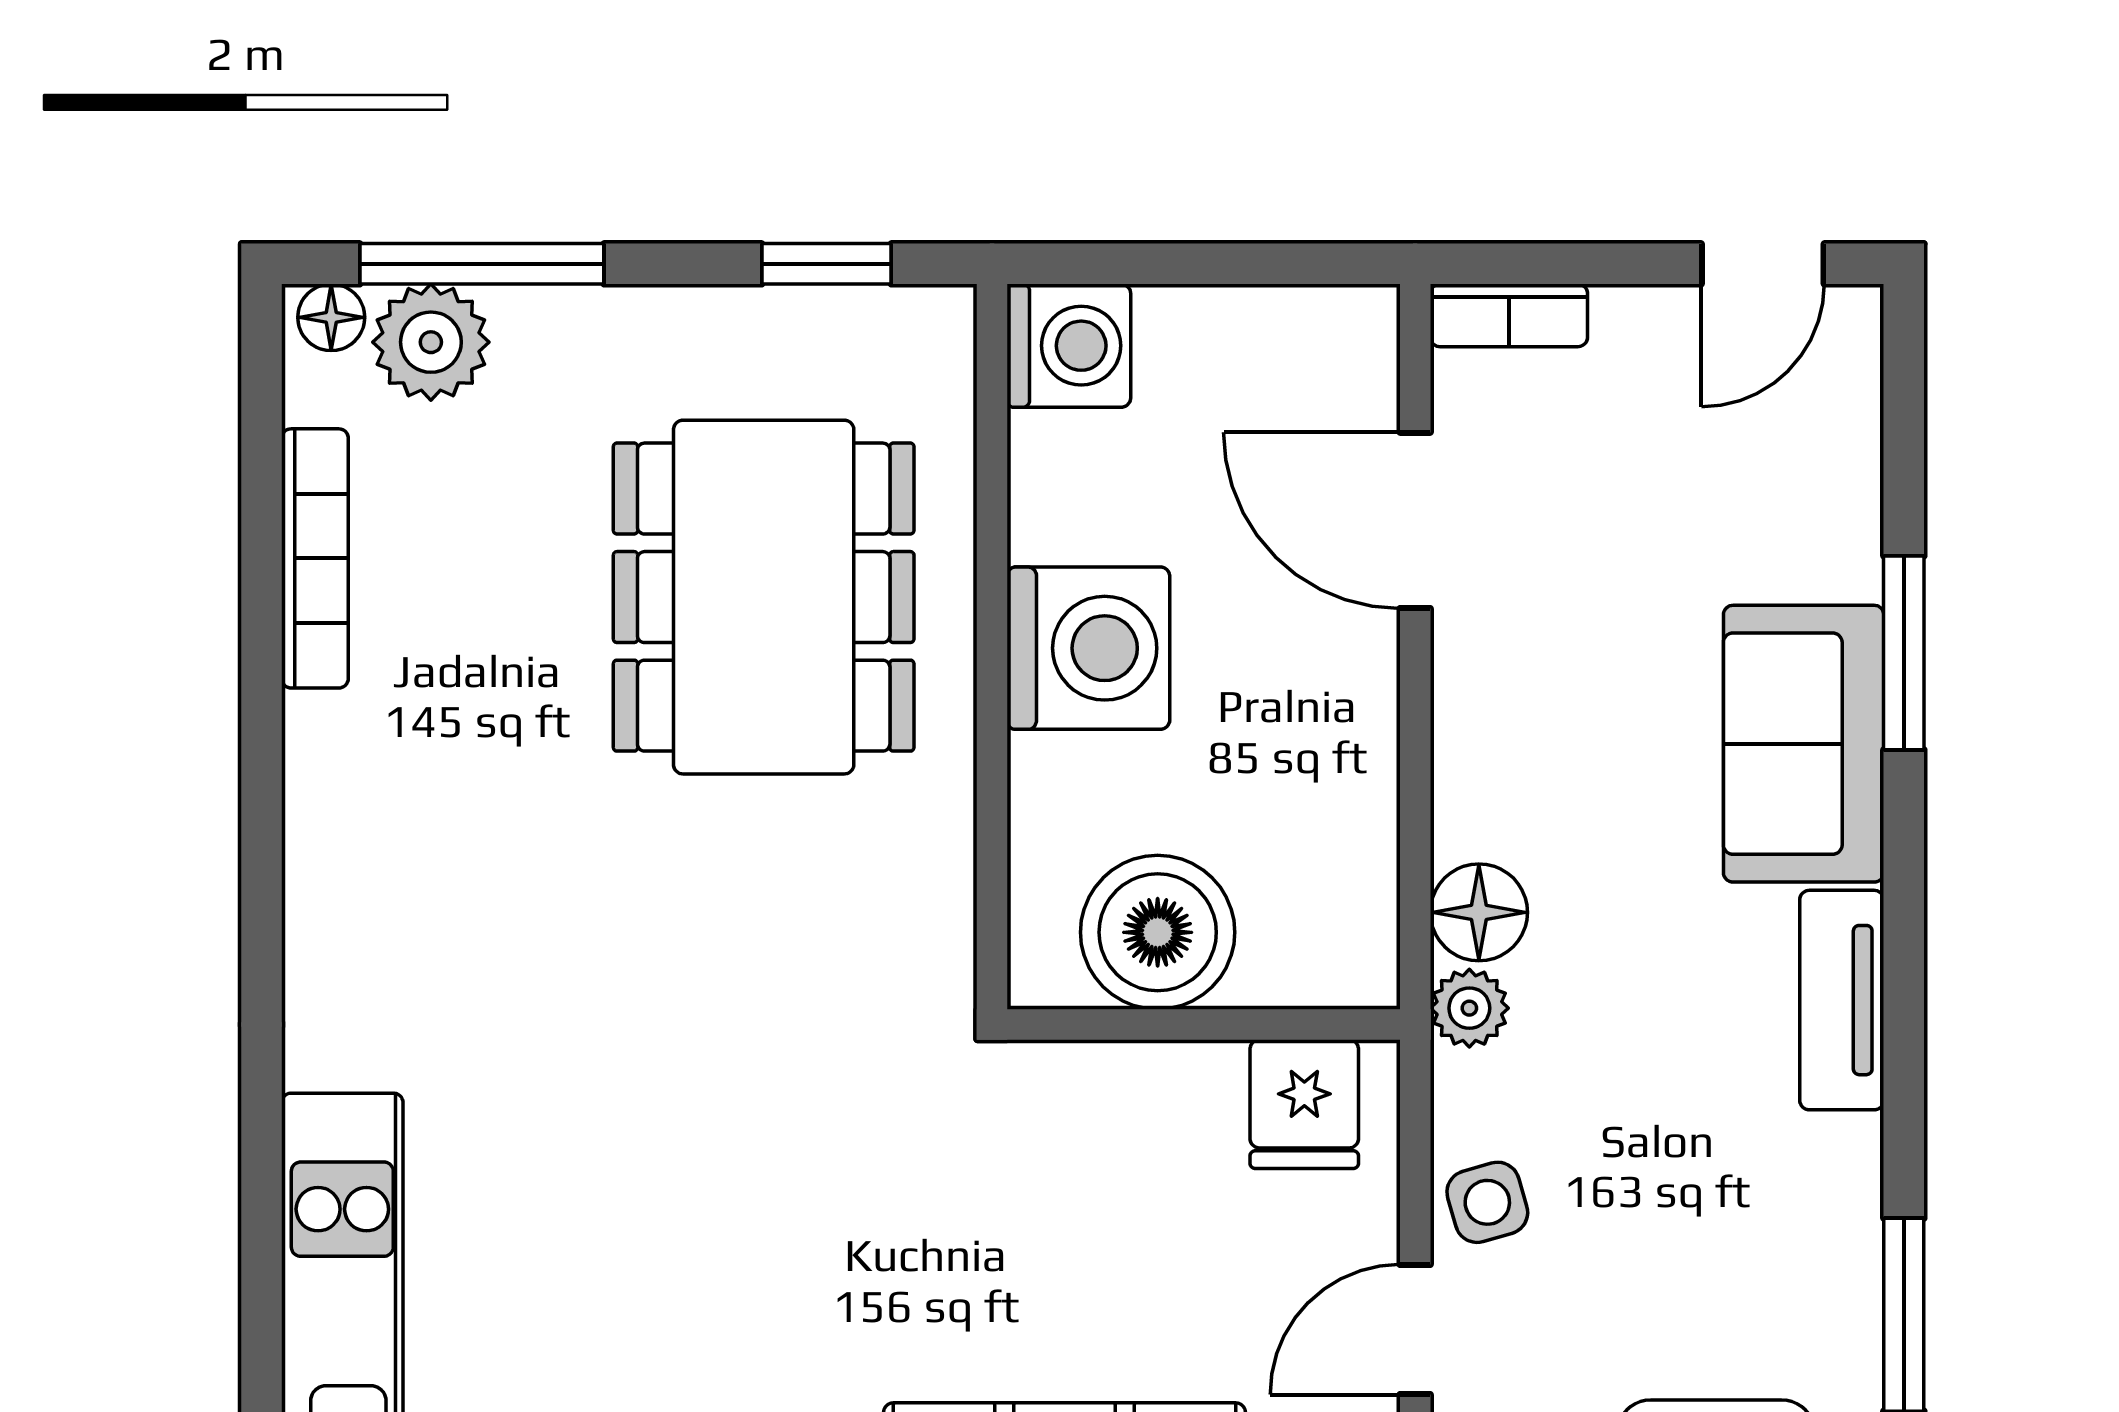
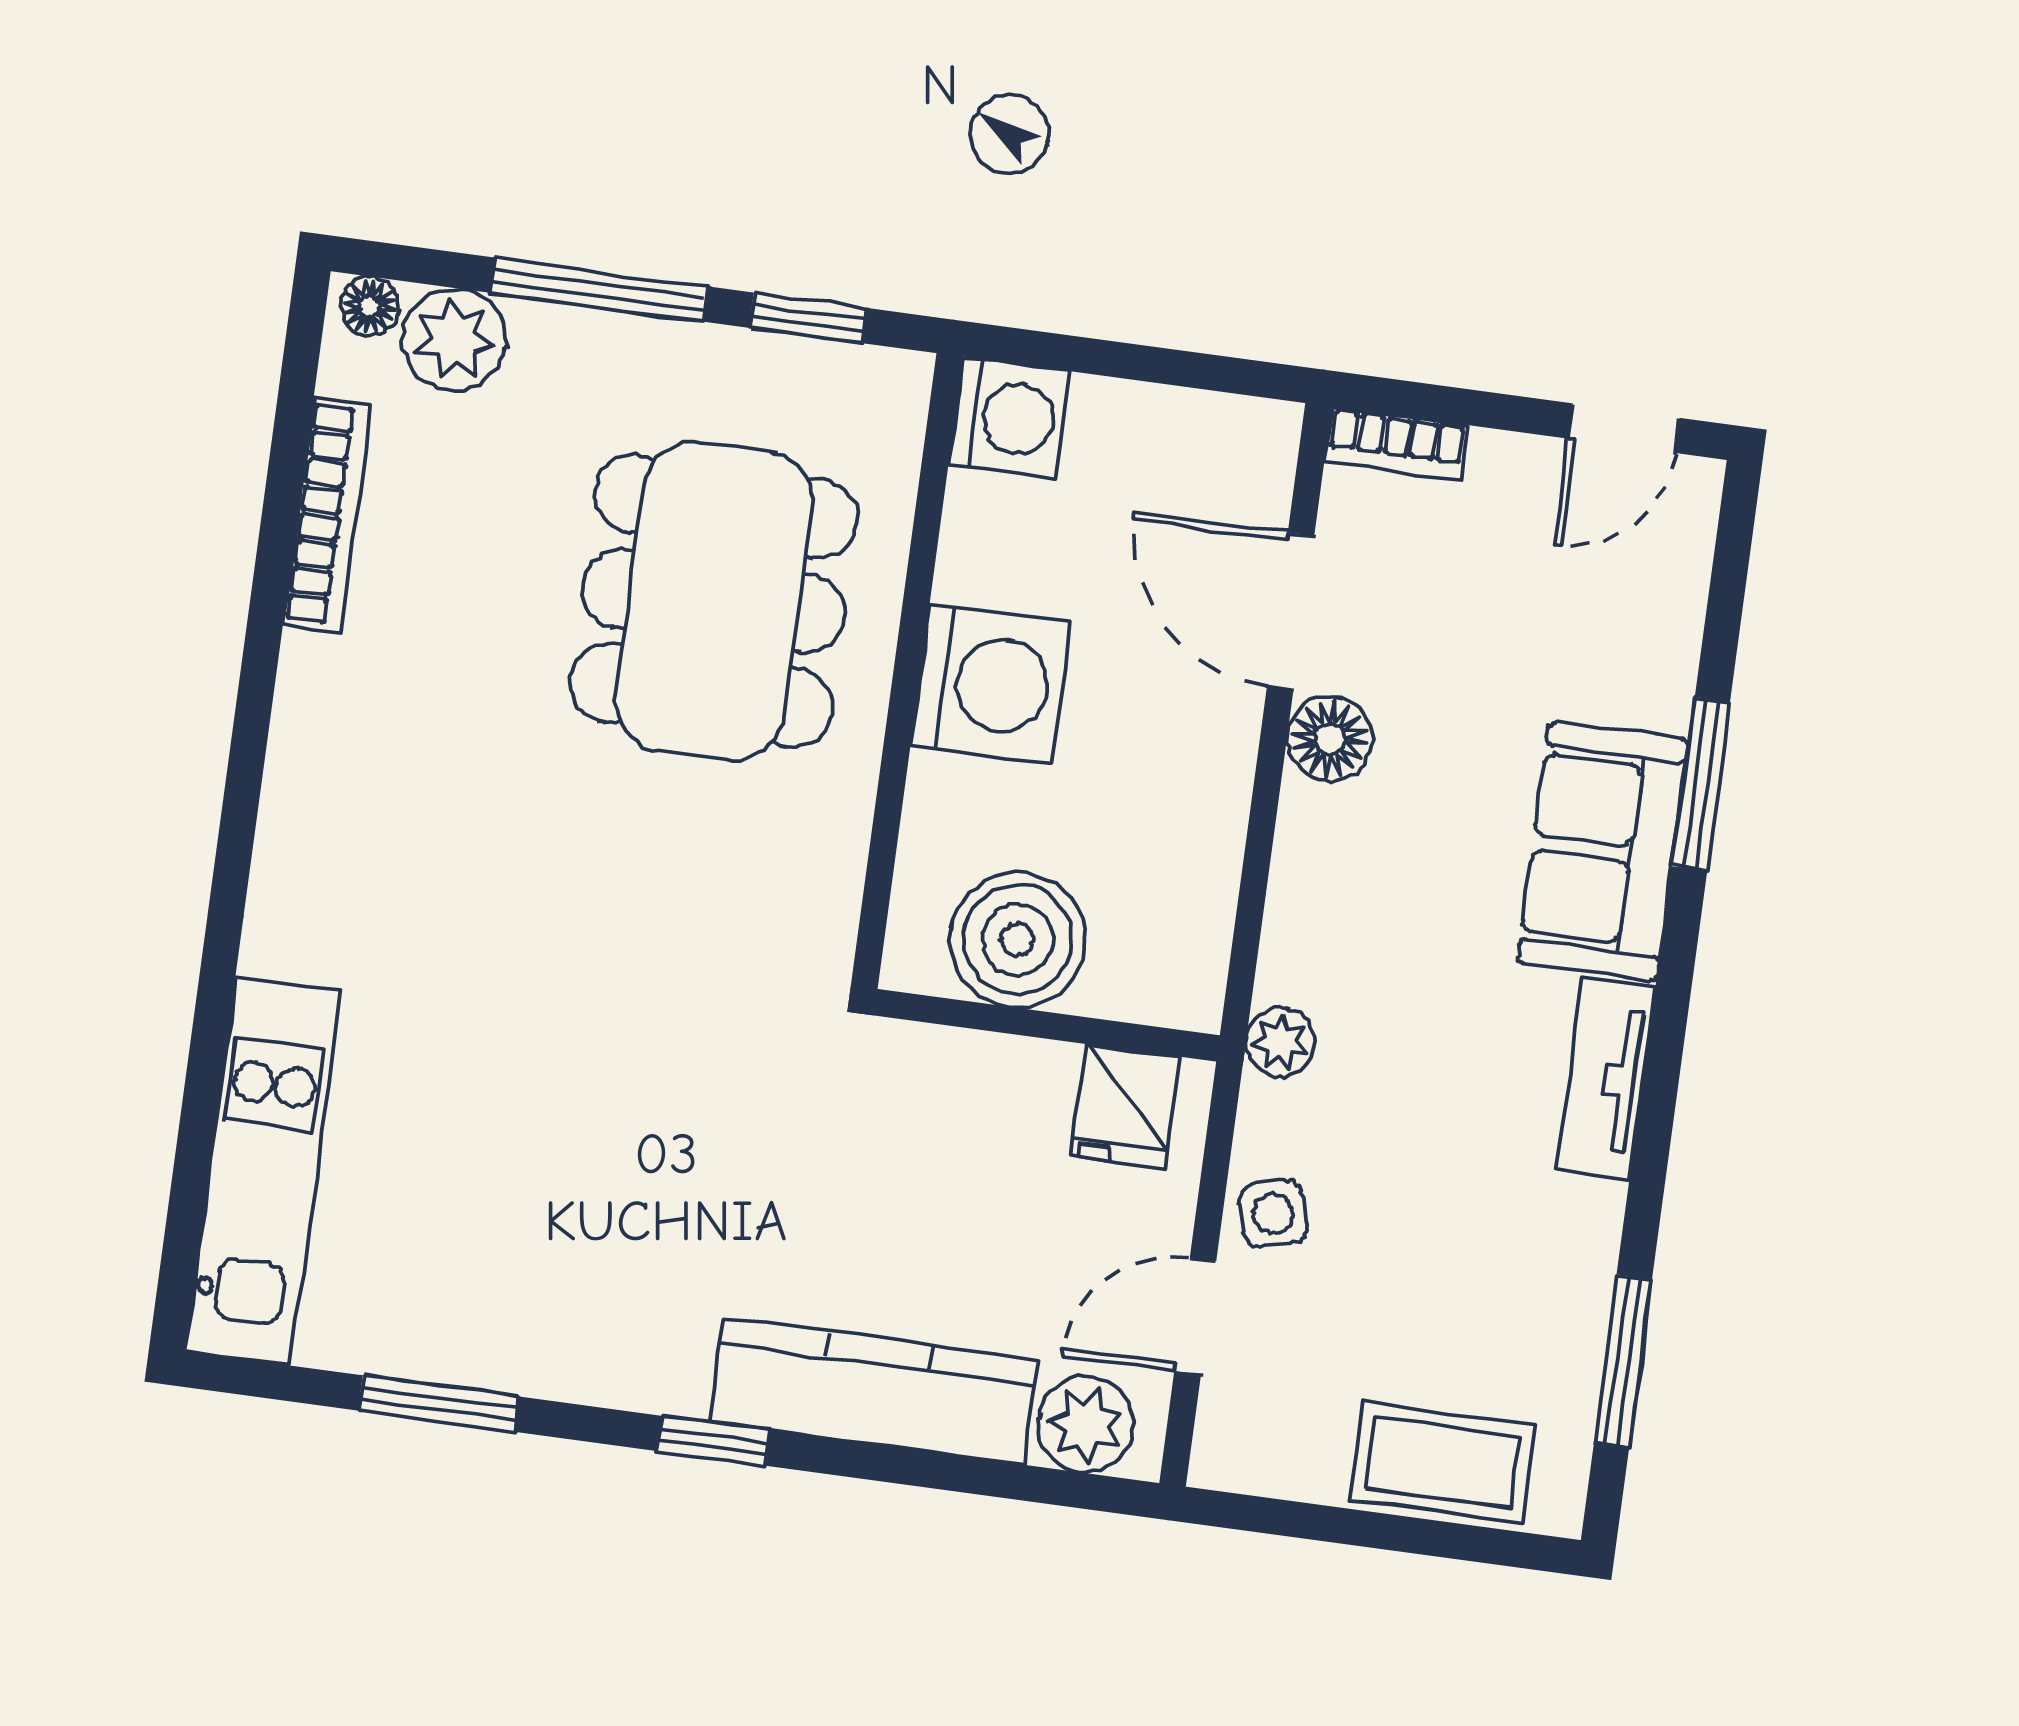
window: (482, 264) -> (599, 290), moved
floor lamp: (1479, 912) -> (1330, 739), moved

